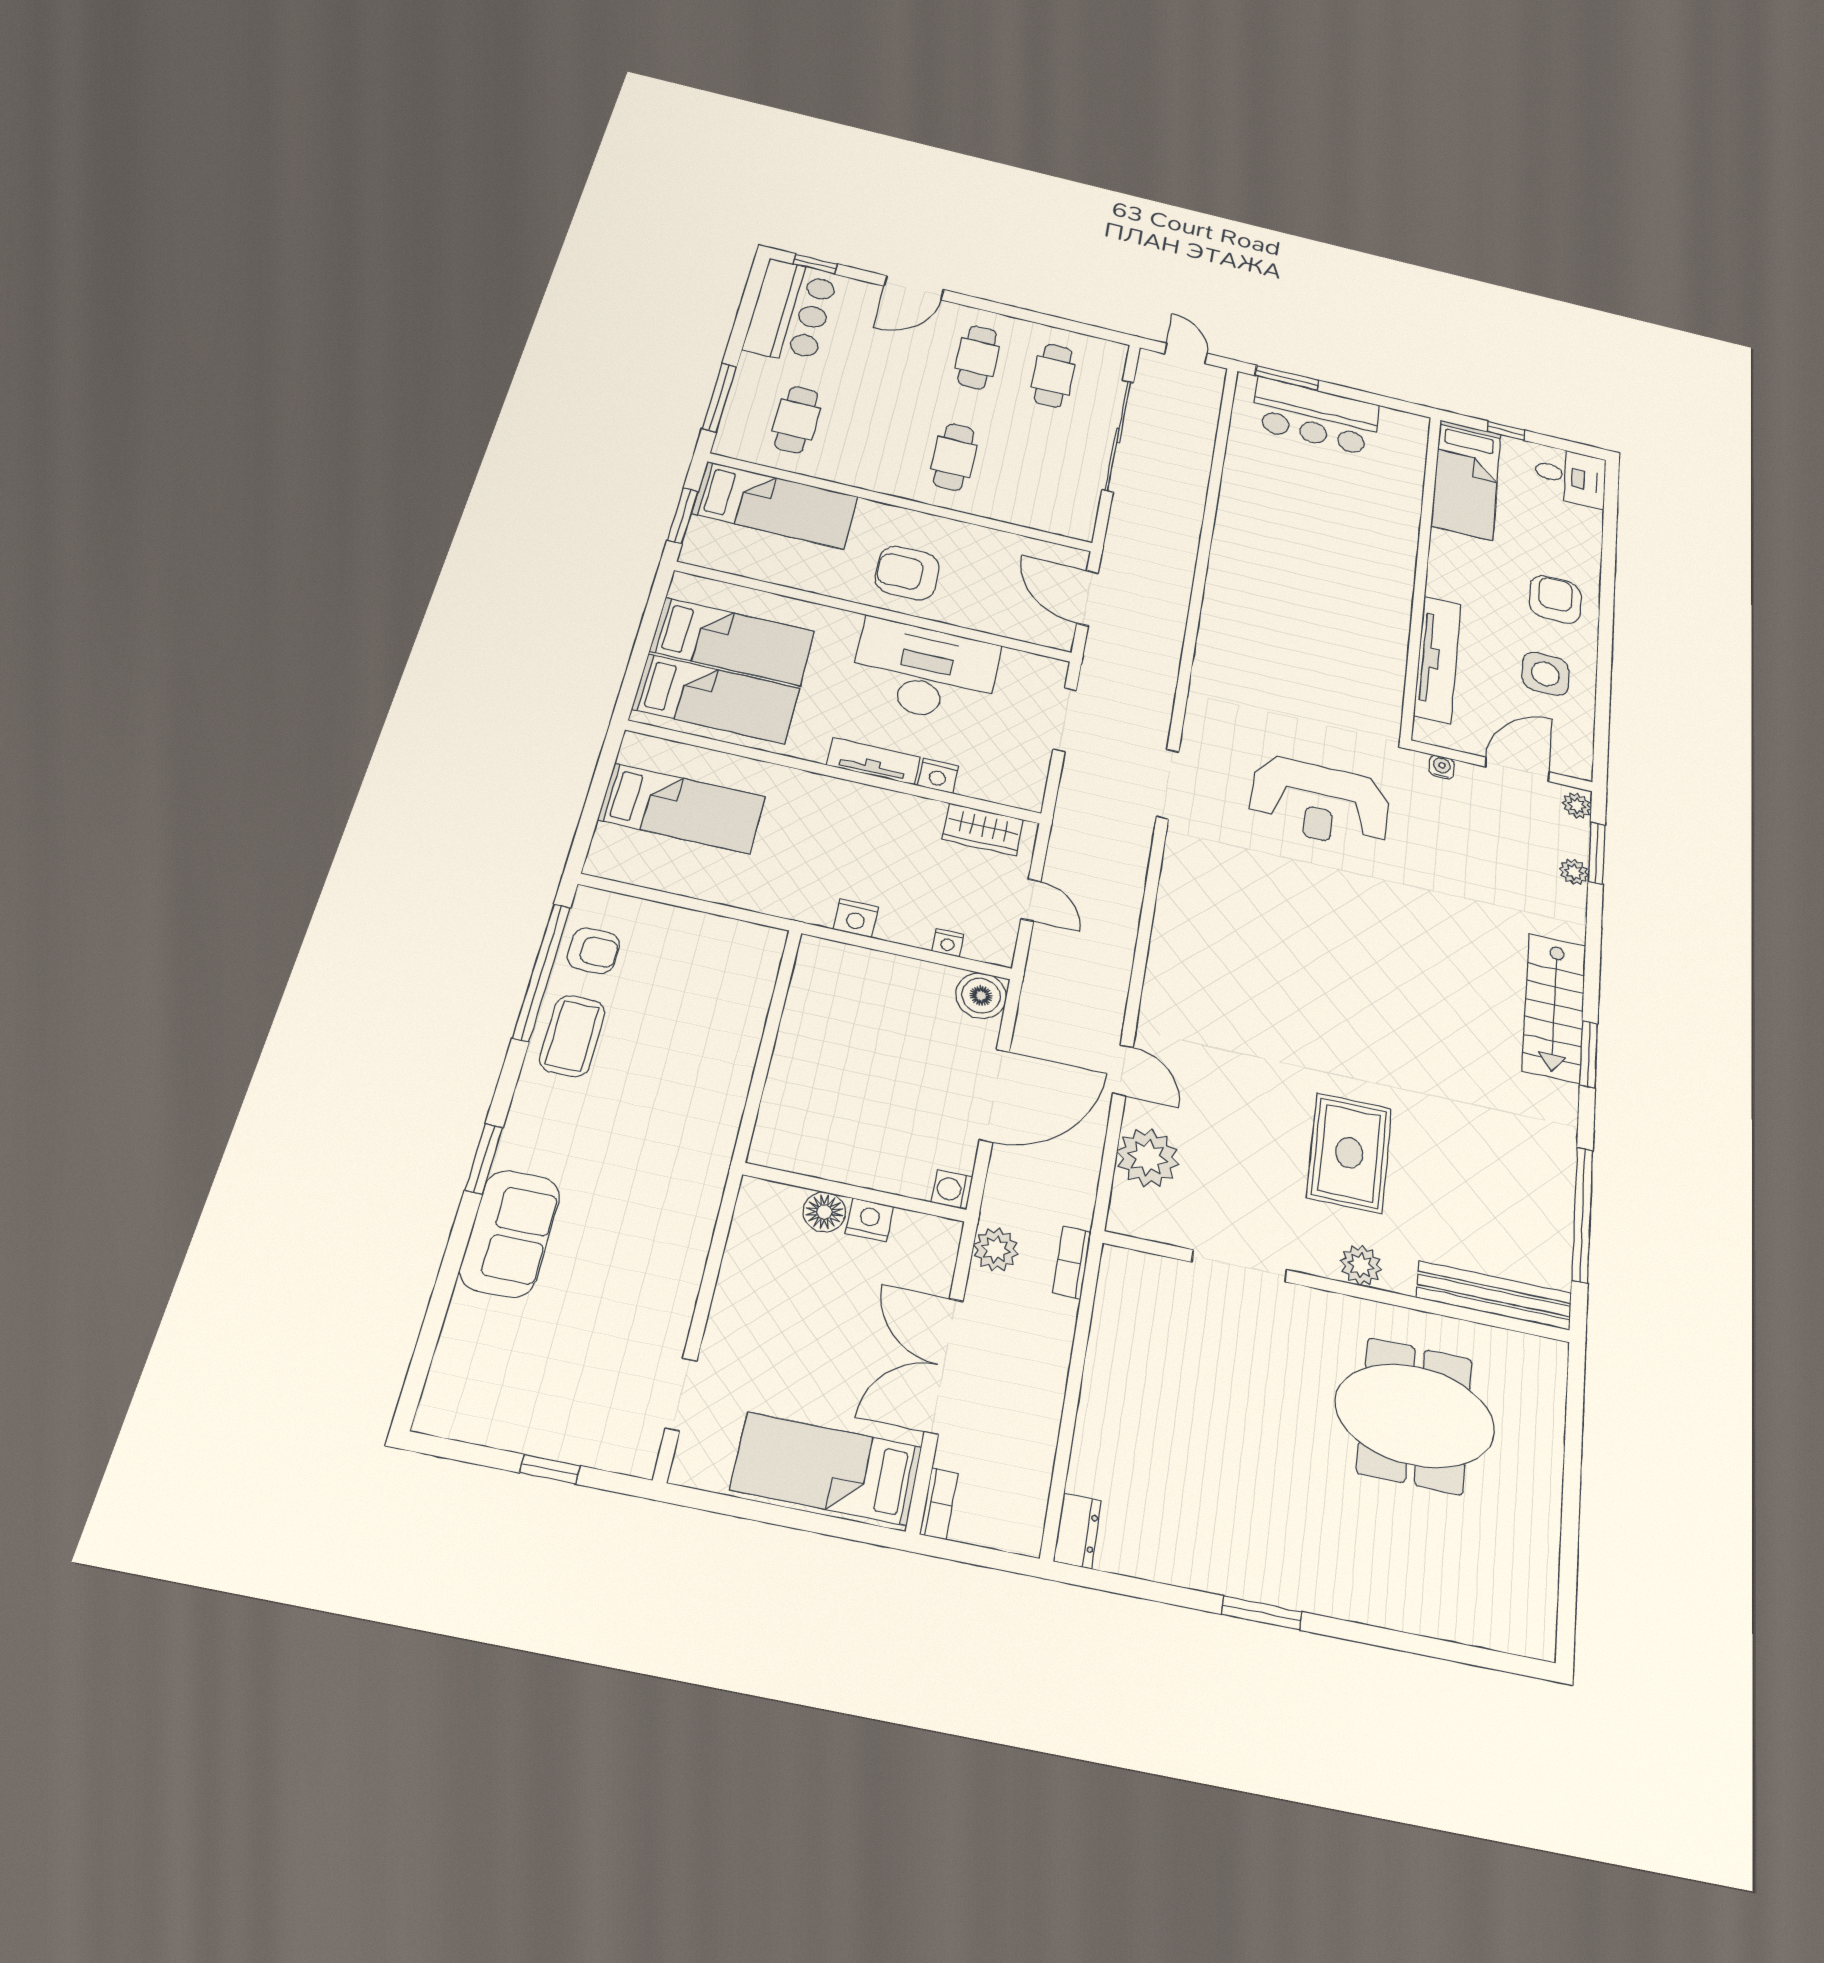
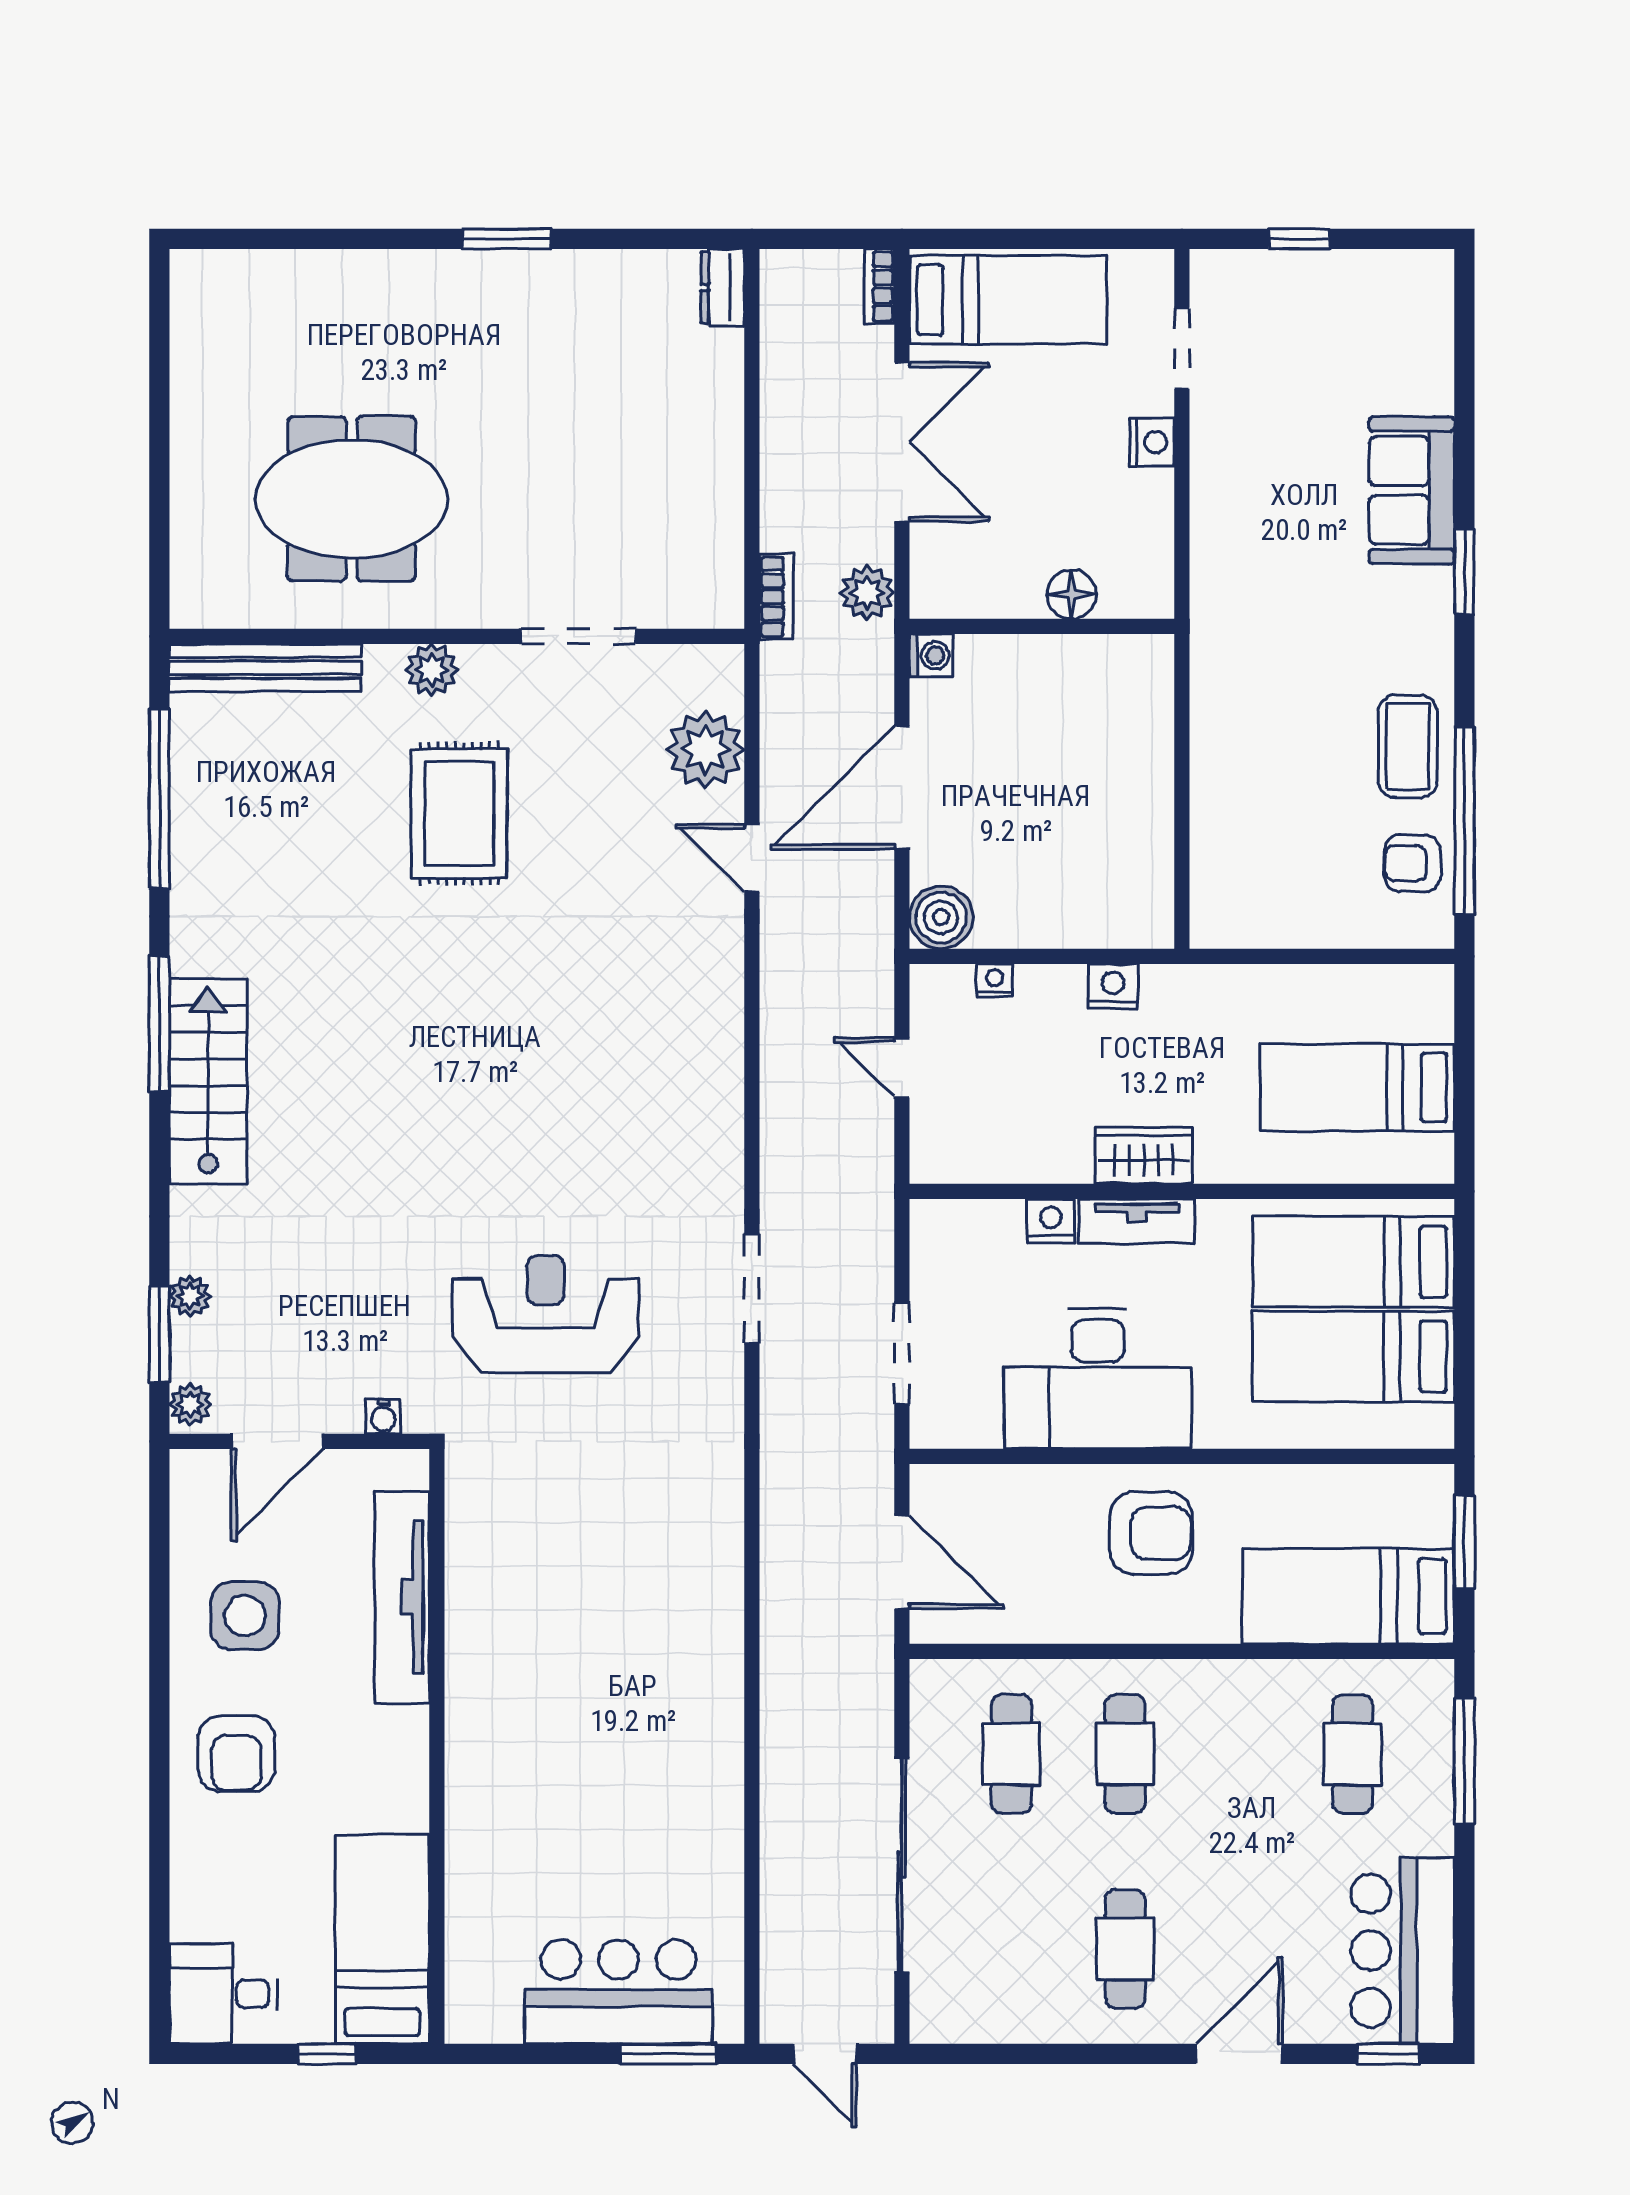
cafe table: (1053, 376) -> (1011, 1754), moved
wardrobe: (983, 829) -> (1144, 1156), moved
window: (1589, 1054) -> (159, 1024), width x1.44
nightstand: (869, 1220) -> (1152, 442), moved, turned -90

